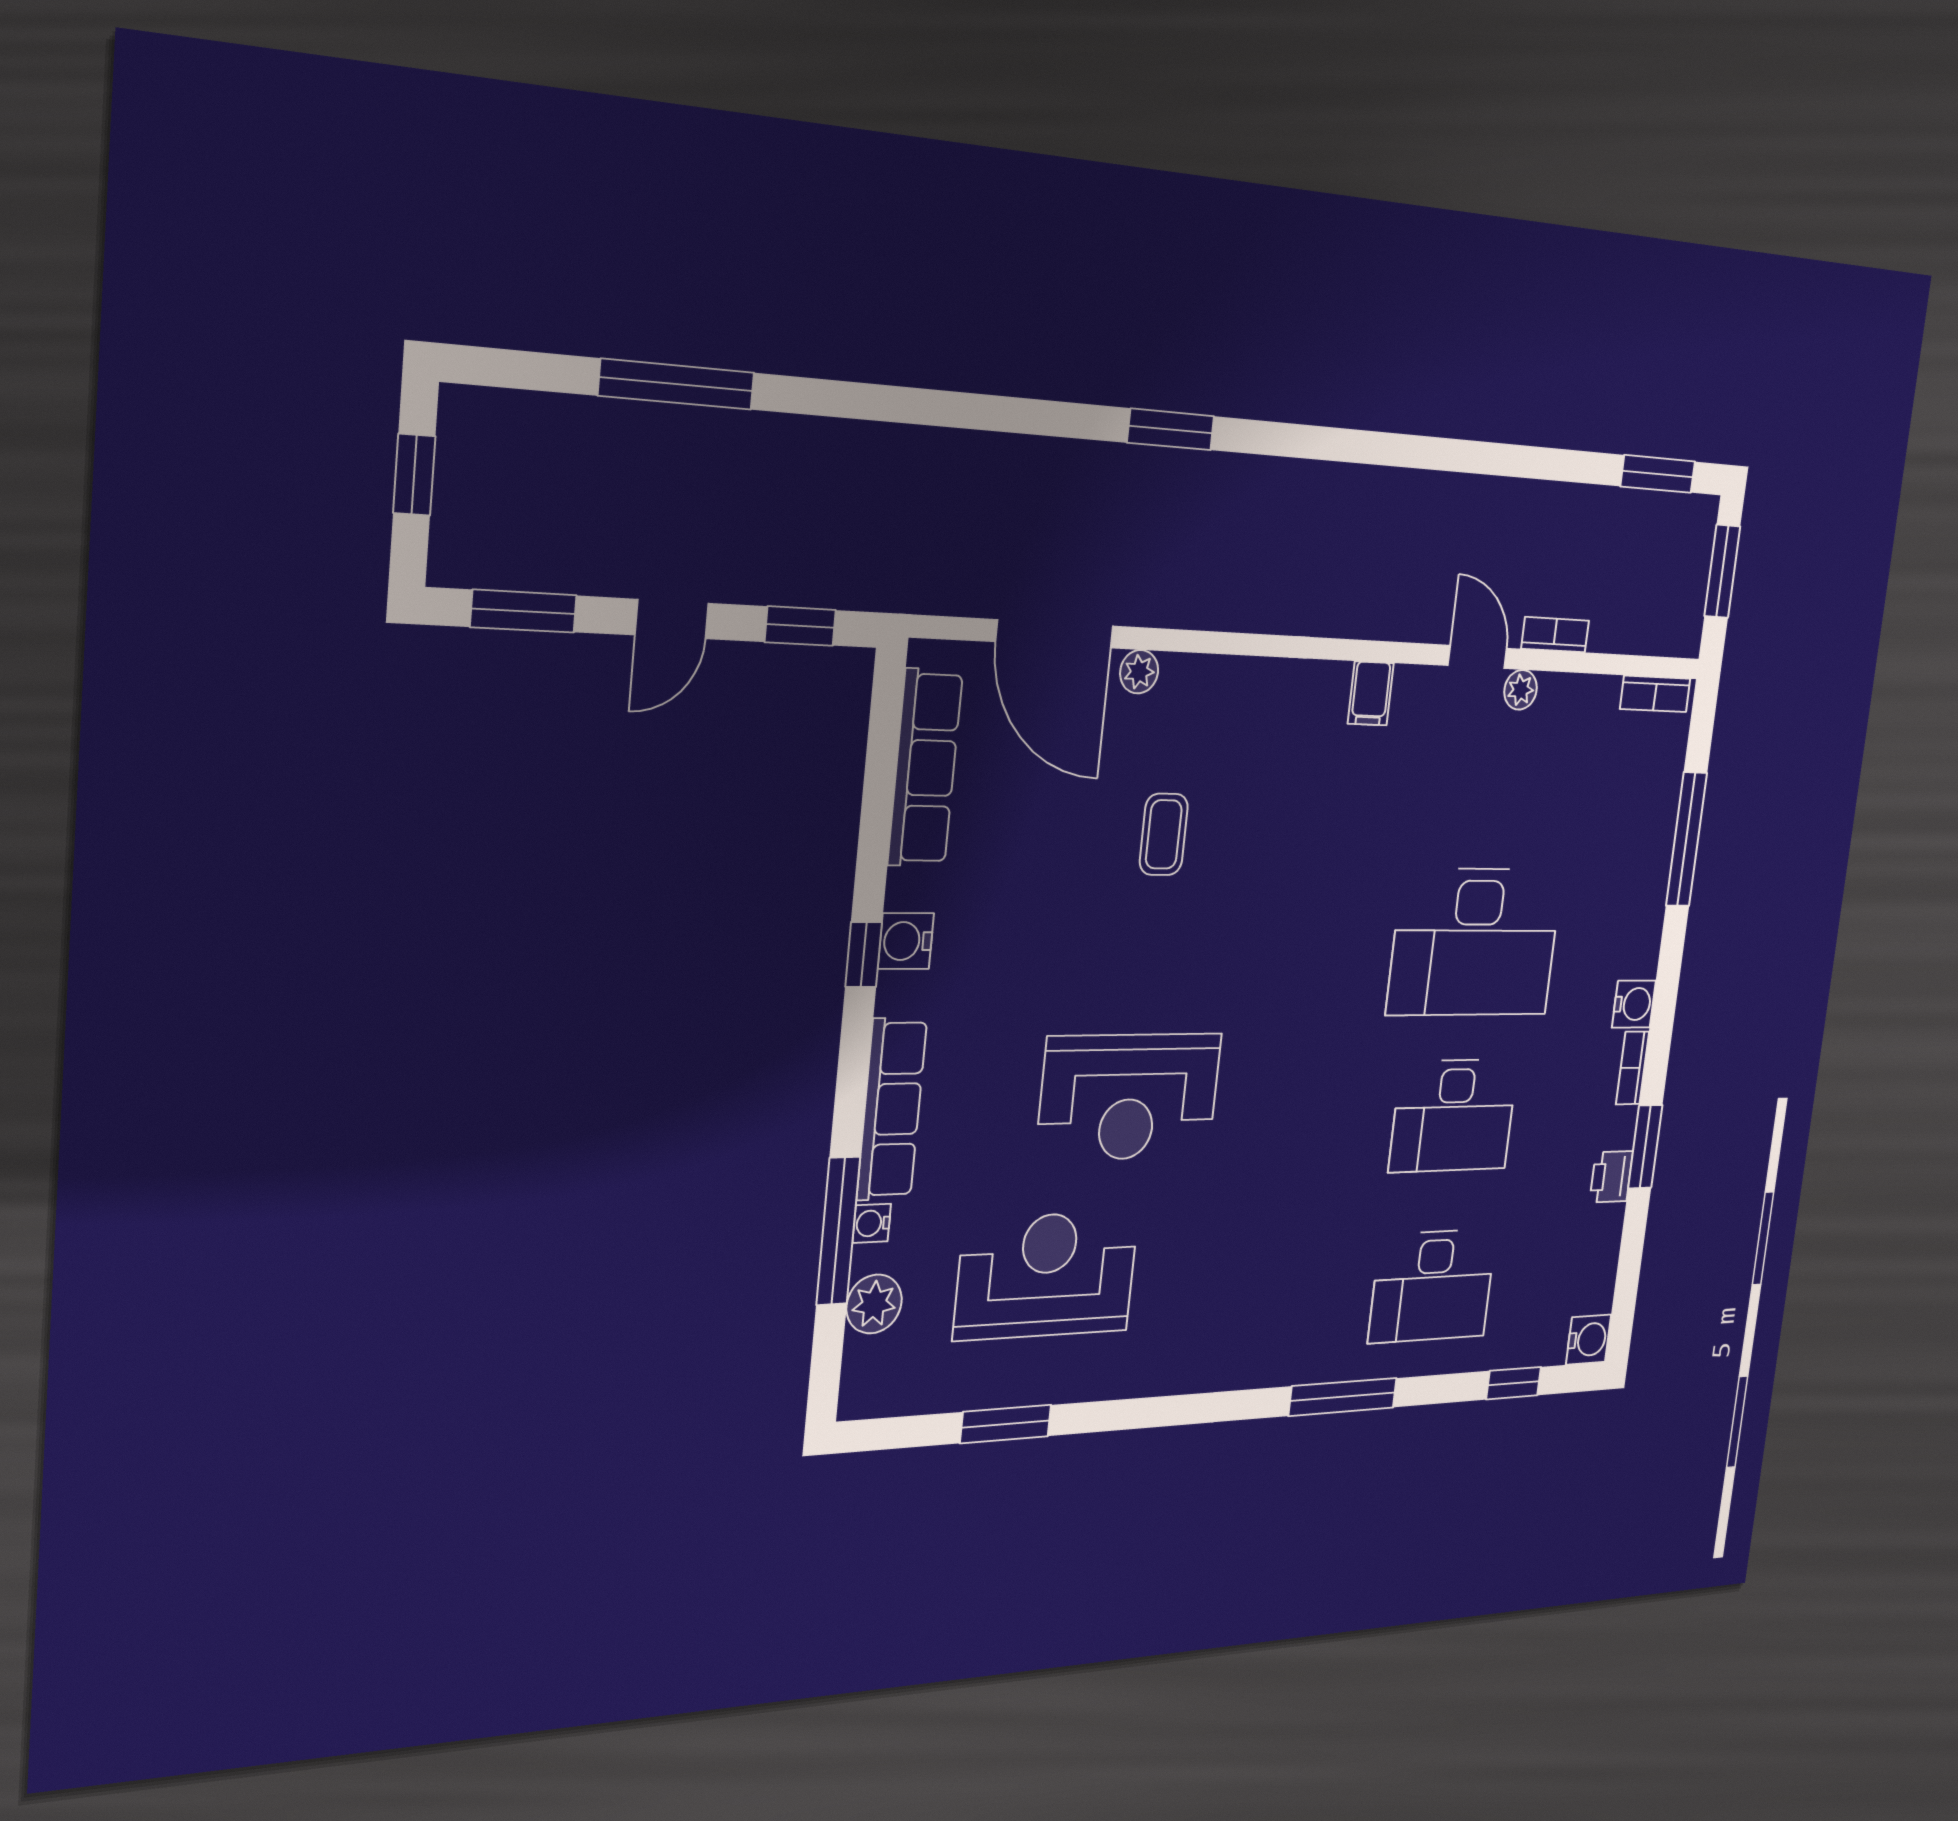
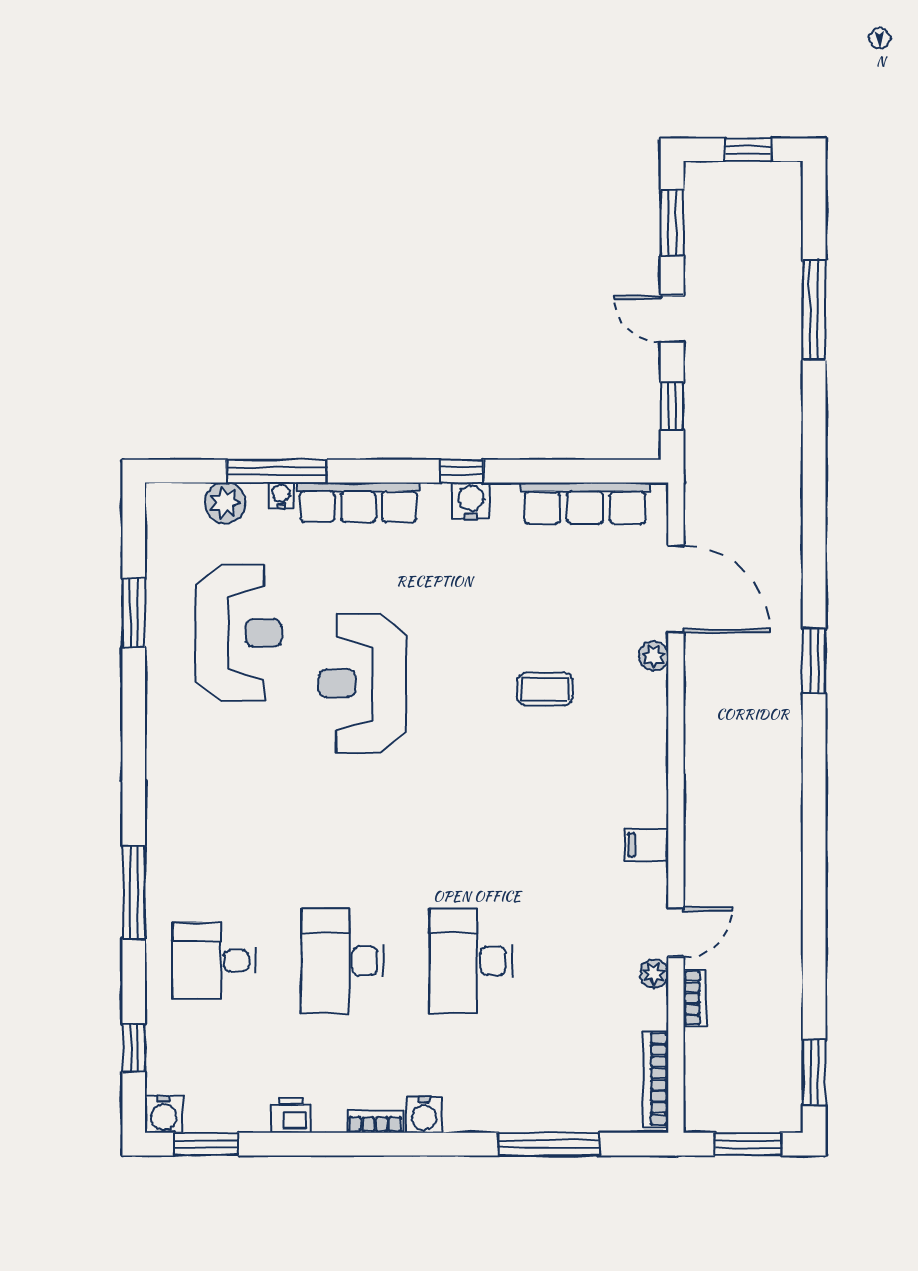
door: (1055, 634) -> (676, 589), swing flipped
bookcase: (1655, 694) -> (656, 1079), width x1.56
desk: (1475, 942) -> (471, 961), width x0.73, depth x0.77
window: (1645, 1147) -> (206, 1144), moved
desk: (1432, 1286) -> (214, 961), width x0.73

